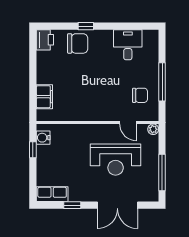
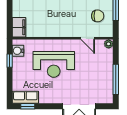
filing cabinet: (44, 97) -> (19, 27), moved
reception desk: (116, 160) -> (54, 64), moved
window: (72, 205) -> (28, 106), moved

